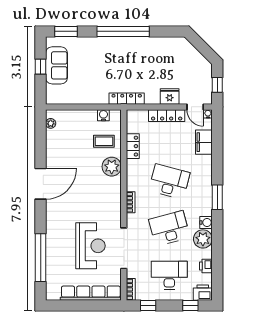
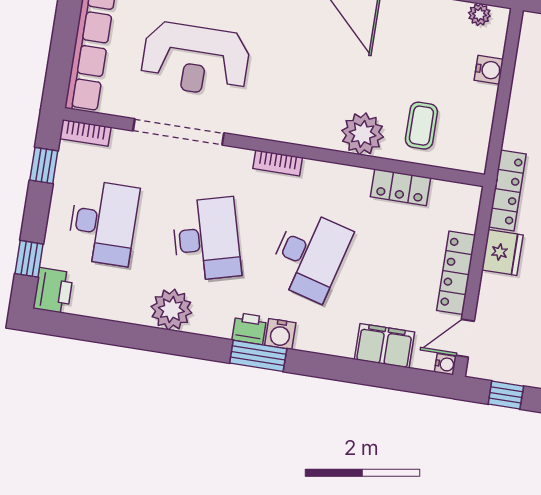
fridge: (170, 96) -> (502, 252), moved
water cooler: (103, 115) -> (489, 70), moved
water cooler: (206, 223) -> (280, 334), moved
printer: (206, 266) -> (249, 329), moved

